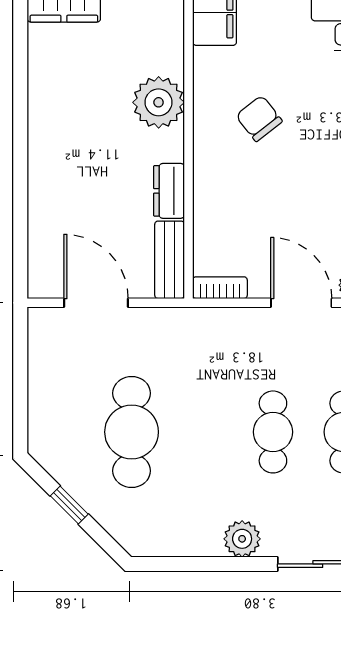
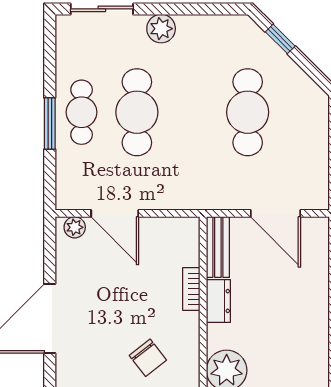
bookcase: (220, 288) -> (191, 289), moved, turned 90
cafe table: (273, 432) -> (137, 112), width x1.37, depth x1.35
window: (69, 505) -> (280, 39), moved

